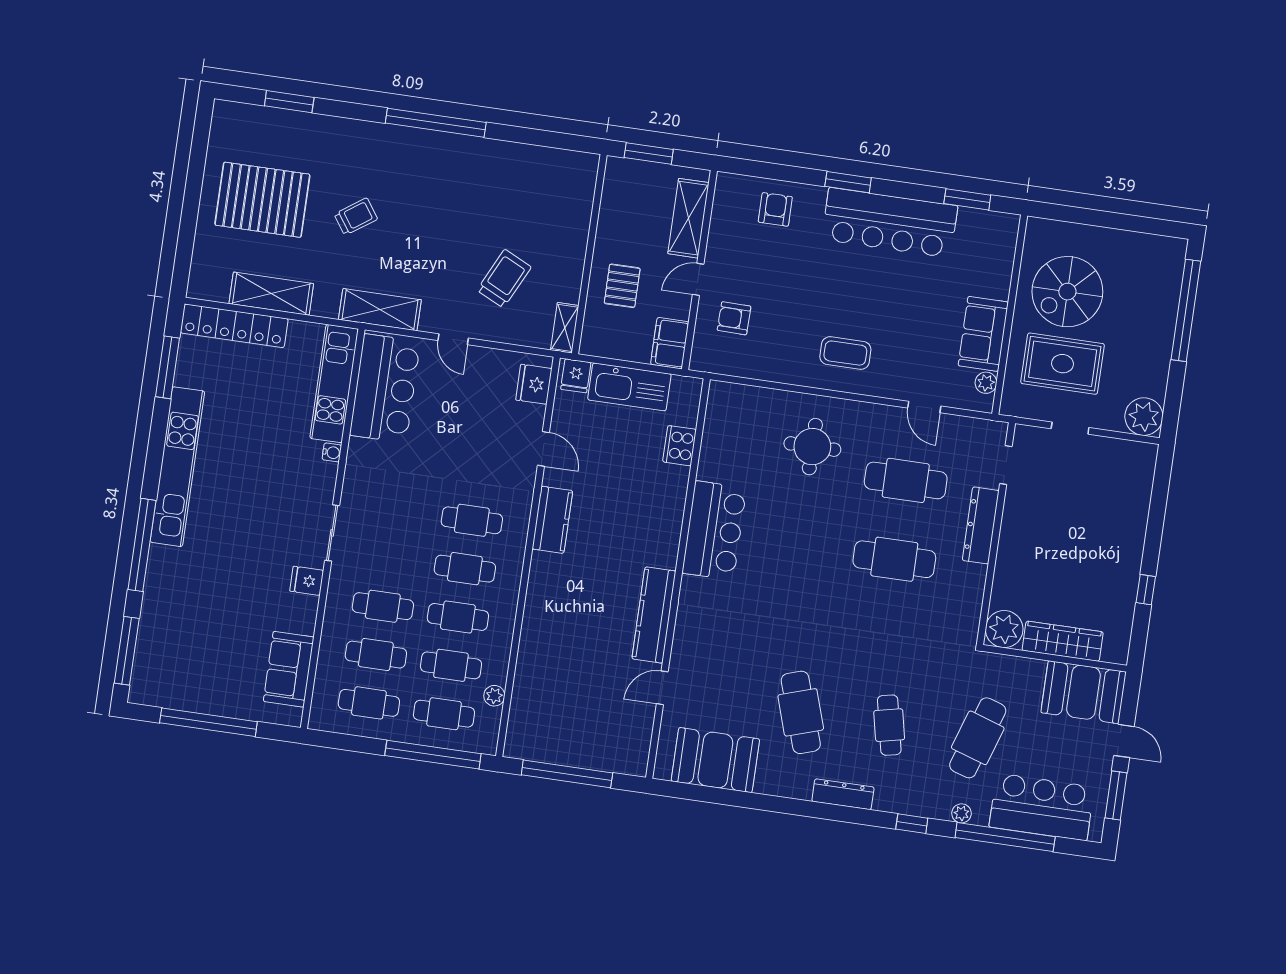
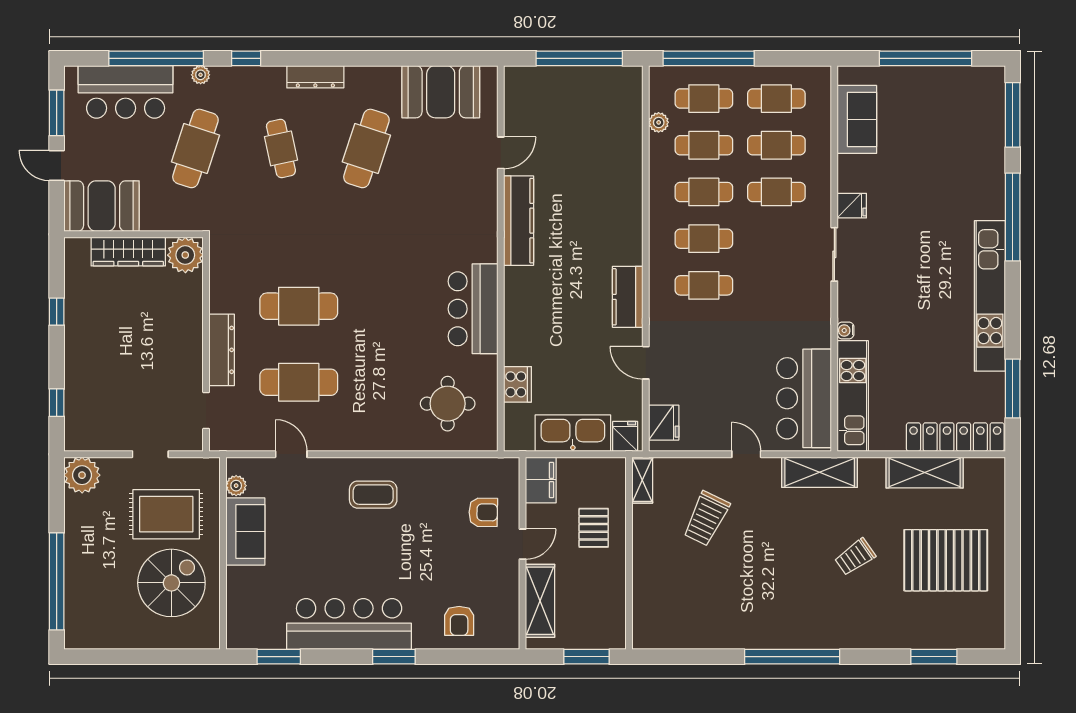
round table: (812, 447) -> (448, 404), moved
window: (1159, 495) -> (57, 403), added
cafe table: (801, 712) -> (366, 148), turned 36

